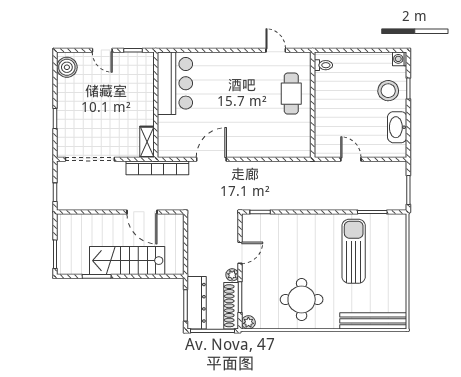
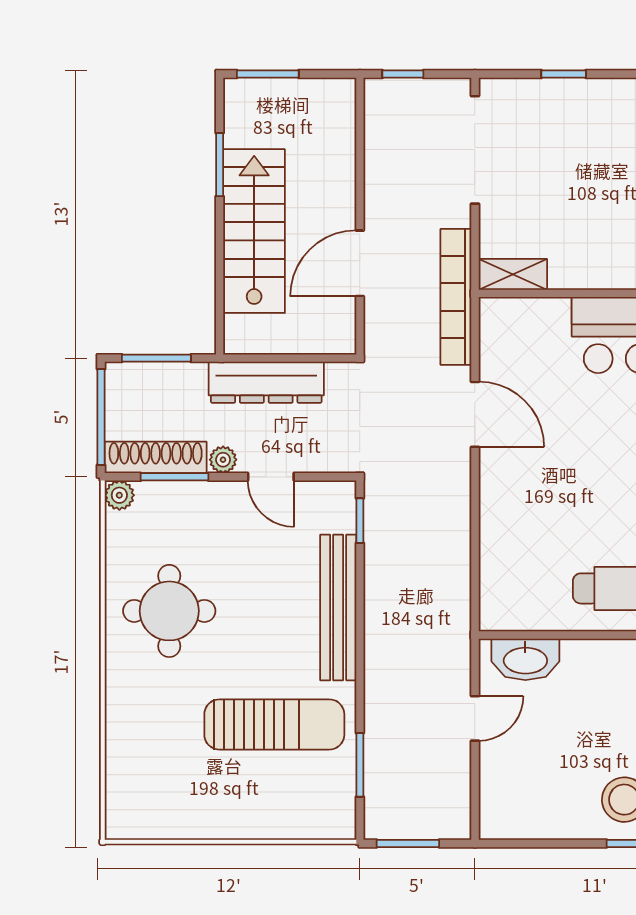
washbasin: (397, 127) -> (525, 659), moved, turned 180
dresser: (197, 303) -> (266, 382), moved
bench: (373, 321) -> (338, 607), moved

